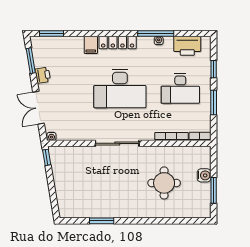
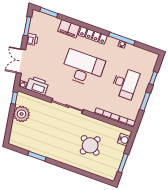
filing cabinet: (91, 45) -> (69, 29), width x2.00
printer: (187, 46) -> (37, 86), moved, turned 180
desk: (120, 88) -> (83, 68), turned 180
desk: (180, 88) -> (125, 83), turned -90
plant: (63, 174) -> (22, 114), added
water cooler: (204, 175) -> (124, 140), moved
round table: (164, 183) -> (90, 145), turned 30

